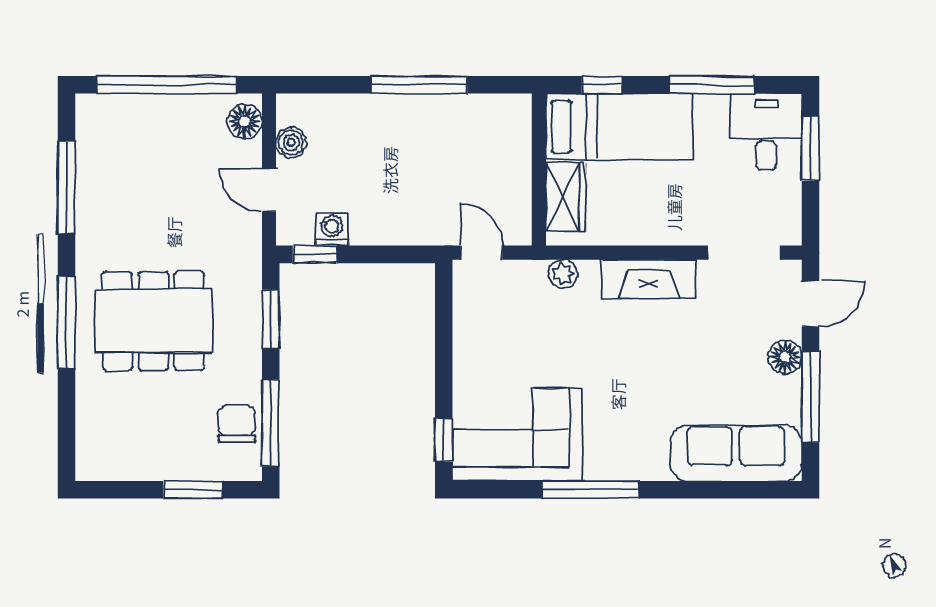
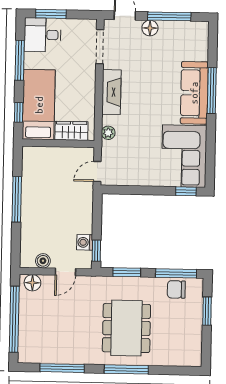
sofa: (736, 453) -> (194, 93), moved
window: (591, 490) -> (212, 91), moved

